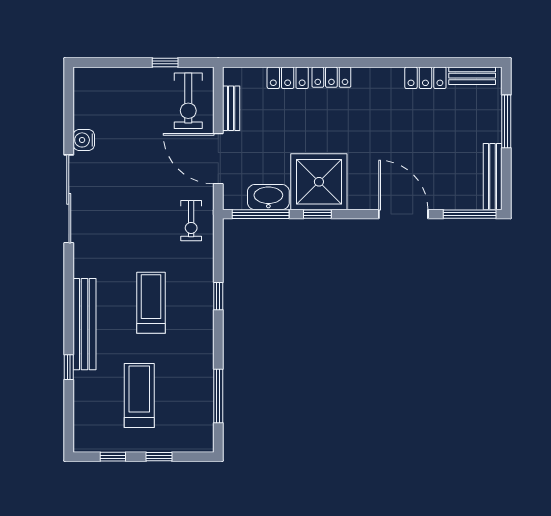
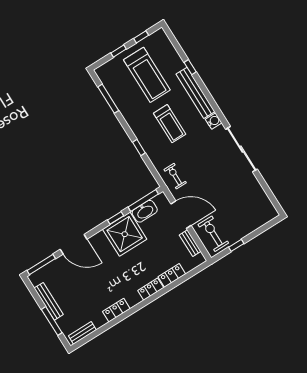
locker: (425, 78) -> (116, 310), moved
water cooler: (84, 140) -> (214, 121), moved
bench: (493, 177) -> (49, 301), moved
treadmill: (139, 395) -> (147, 75), width x1.37, depth x1.38

